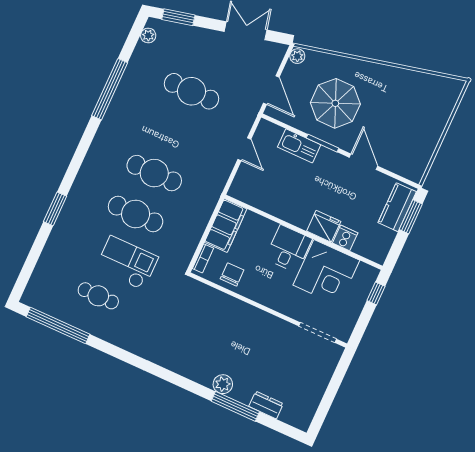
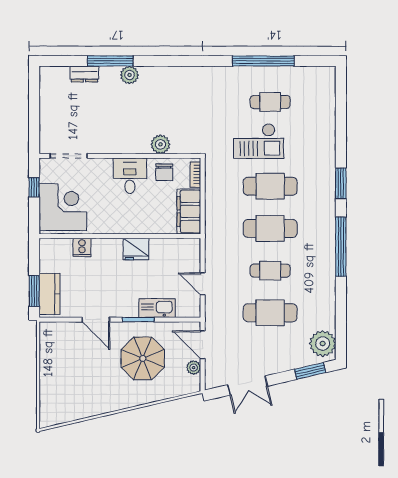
plant: (148, 35) -> (323, 344), width x1.88, depth x1.88
plant: (297, 56) -> (194, 368), moved
window: (110, 89) -> (341, 247), moved
cafe table: (173, 132) -> (270, 271), added
window: (55, 209) -> (341, 183), moved
fridge: (324, 226) -> (136, 249), moved
desk: (289, 249) -> (130, 176), moved, turned 180
corner desk: (326, 273) -> (63, 207), moved, turned 90
window: (376, 293) -> (34, 187), moved
plant: (223, 303) -> (160, 144), added
window: (58, 325) -> (263, 61), moved

